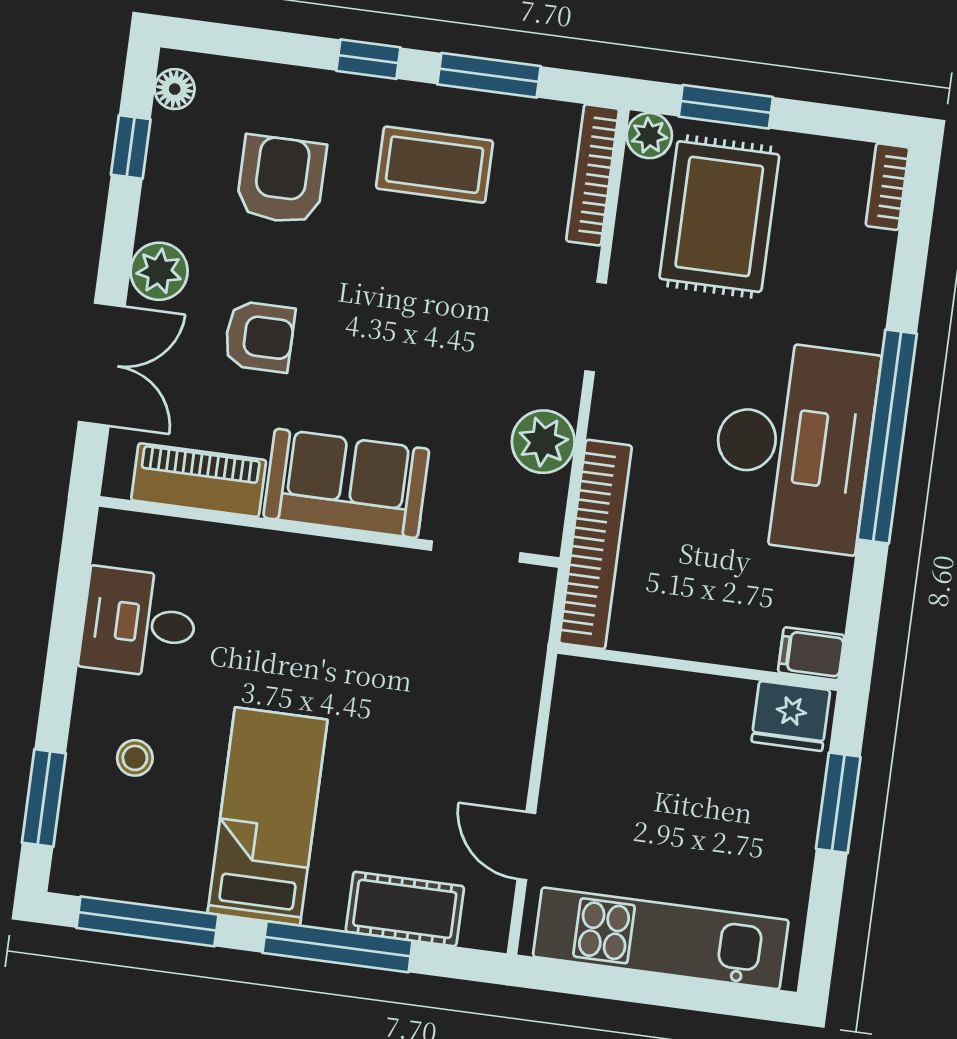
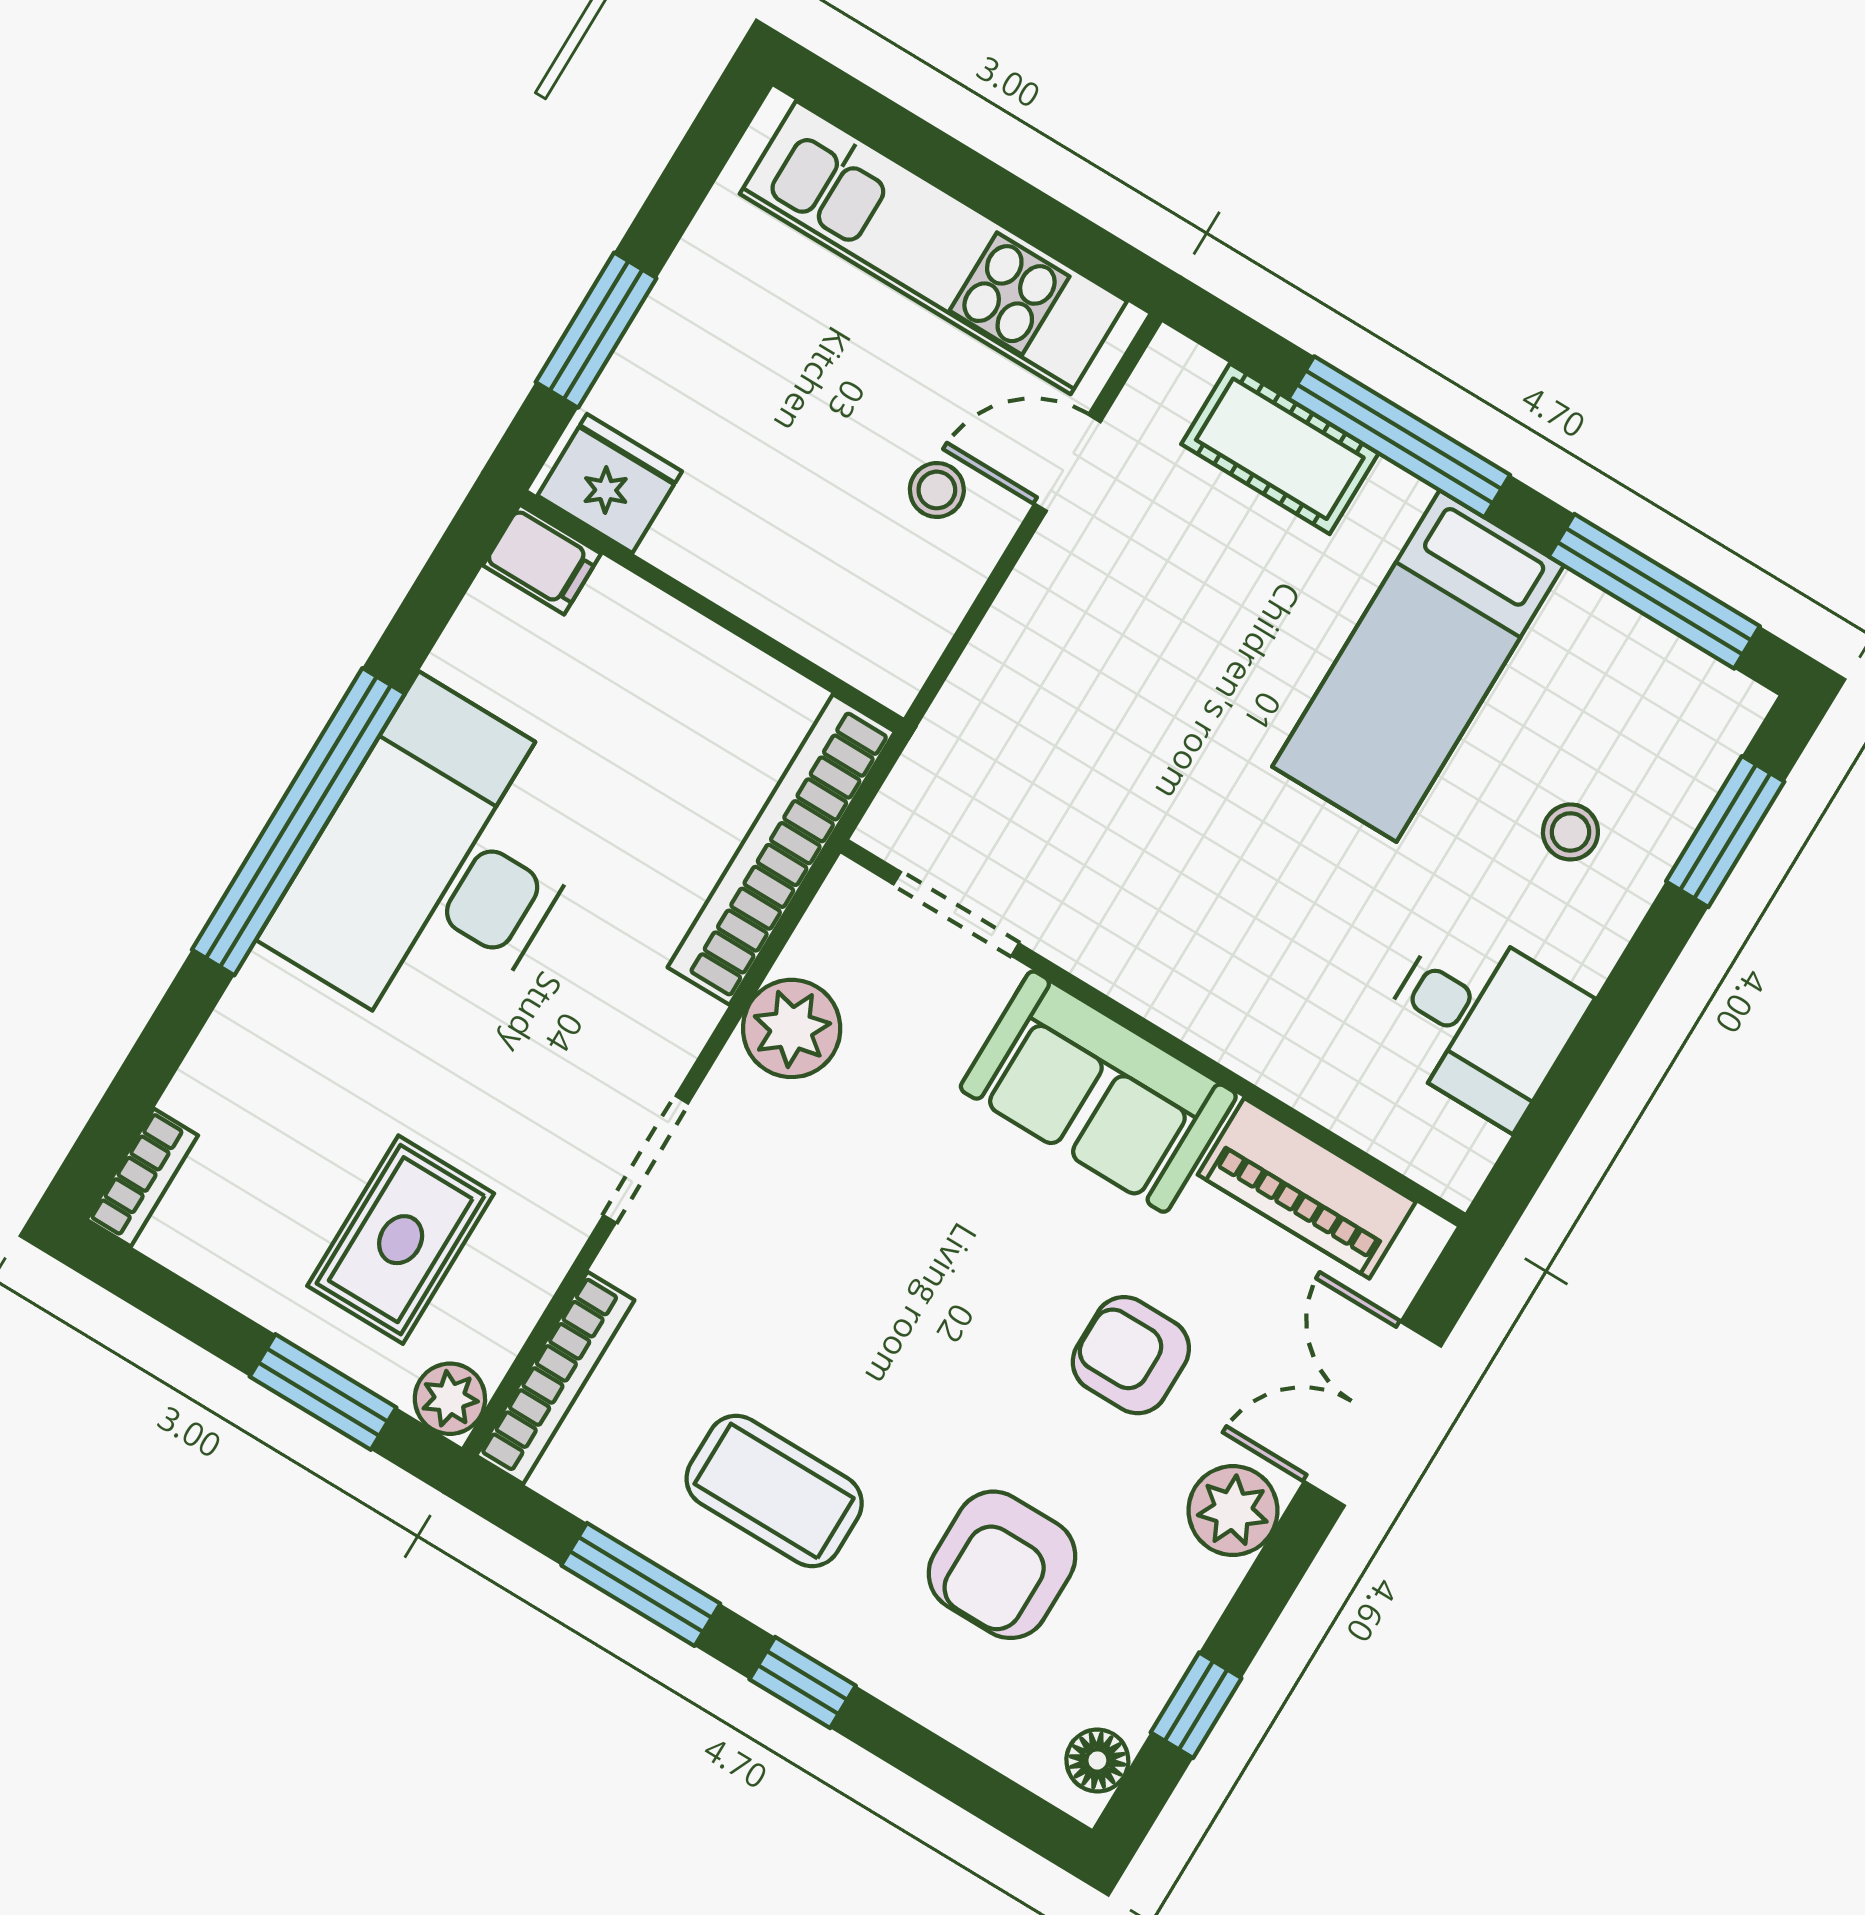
rug: (719, 217) -> (401, 1240), width x0.73, depth x0.70
stool: (596, 796) -> (937, 490), added
door: (526, 846) -> (1068, 463), swing flipped

